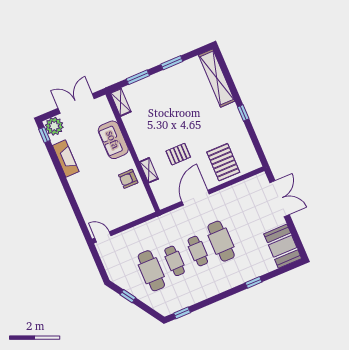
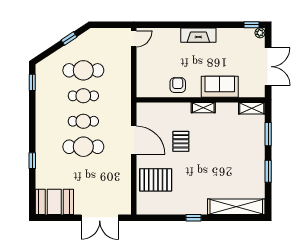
plant: (54, 126) -> (260, 33), width x0.53, depth x0.53
fireplace: (66, 158) -> (198, 35), moved
shelving: (149, 170) -> (203, 108), moved

